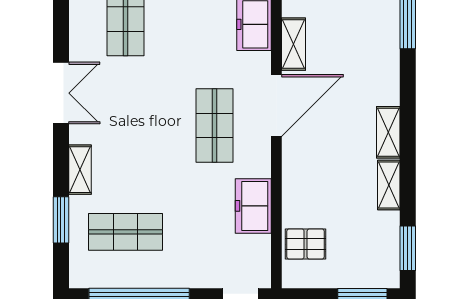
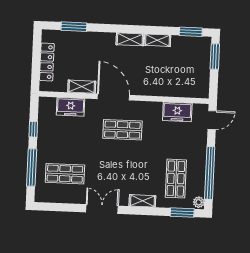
freezer: (253, 206) -> (177, 112), moved
window: (61, 220) -> (182, 213), moved
pallet: (306, 244) -> (186, 85), removed
plant: (82, 278) -> (199, 202), added

